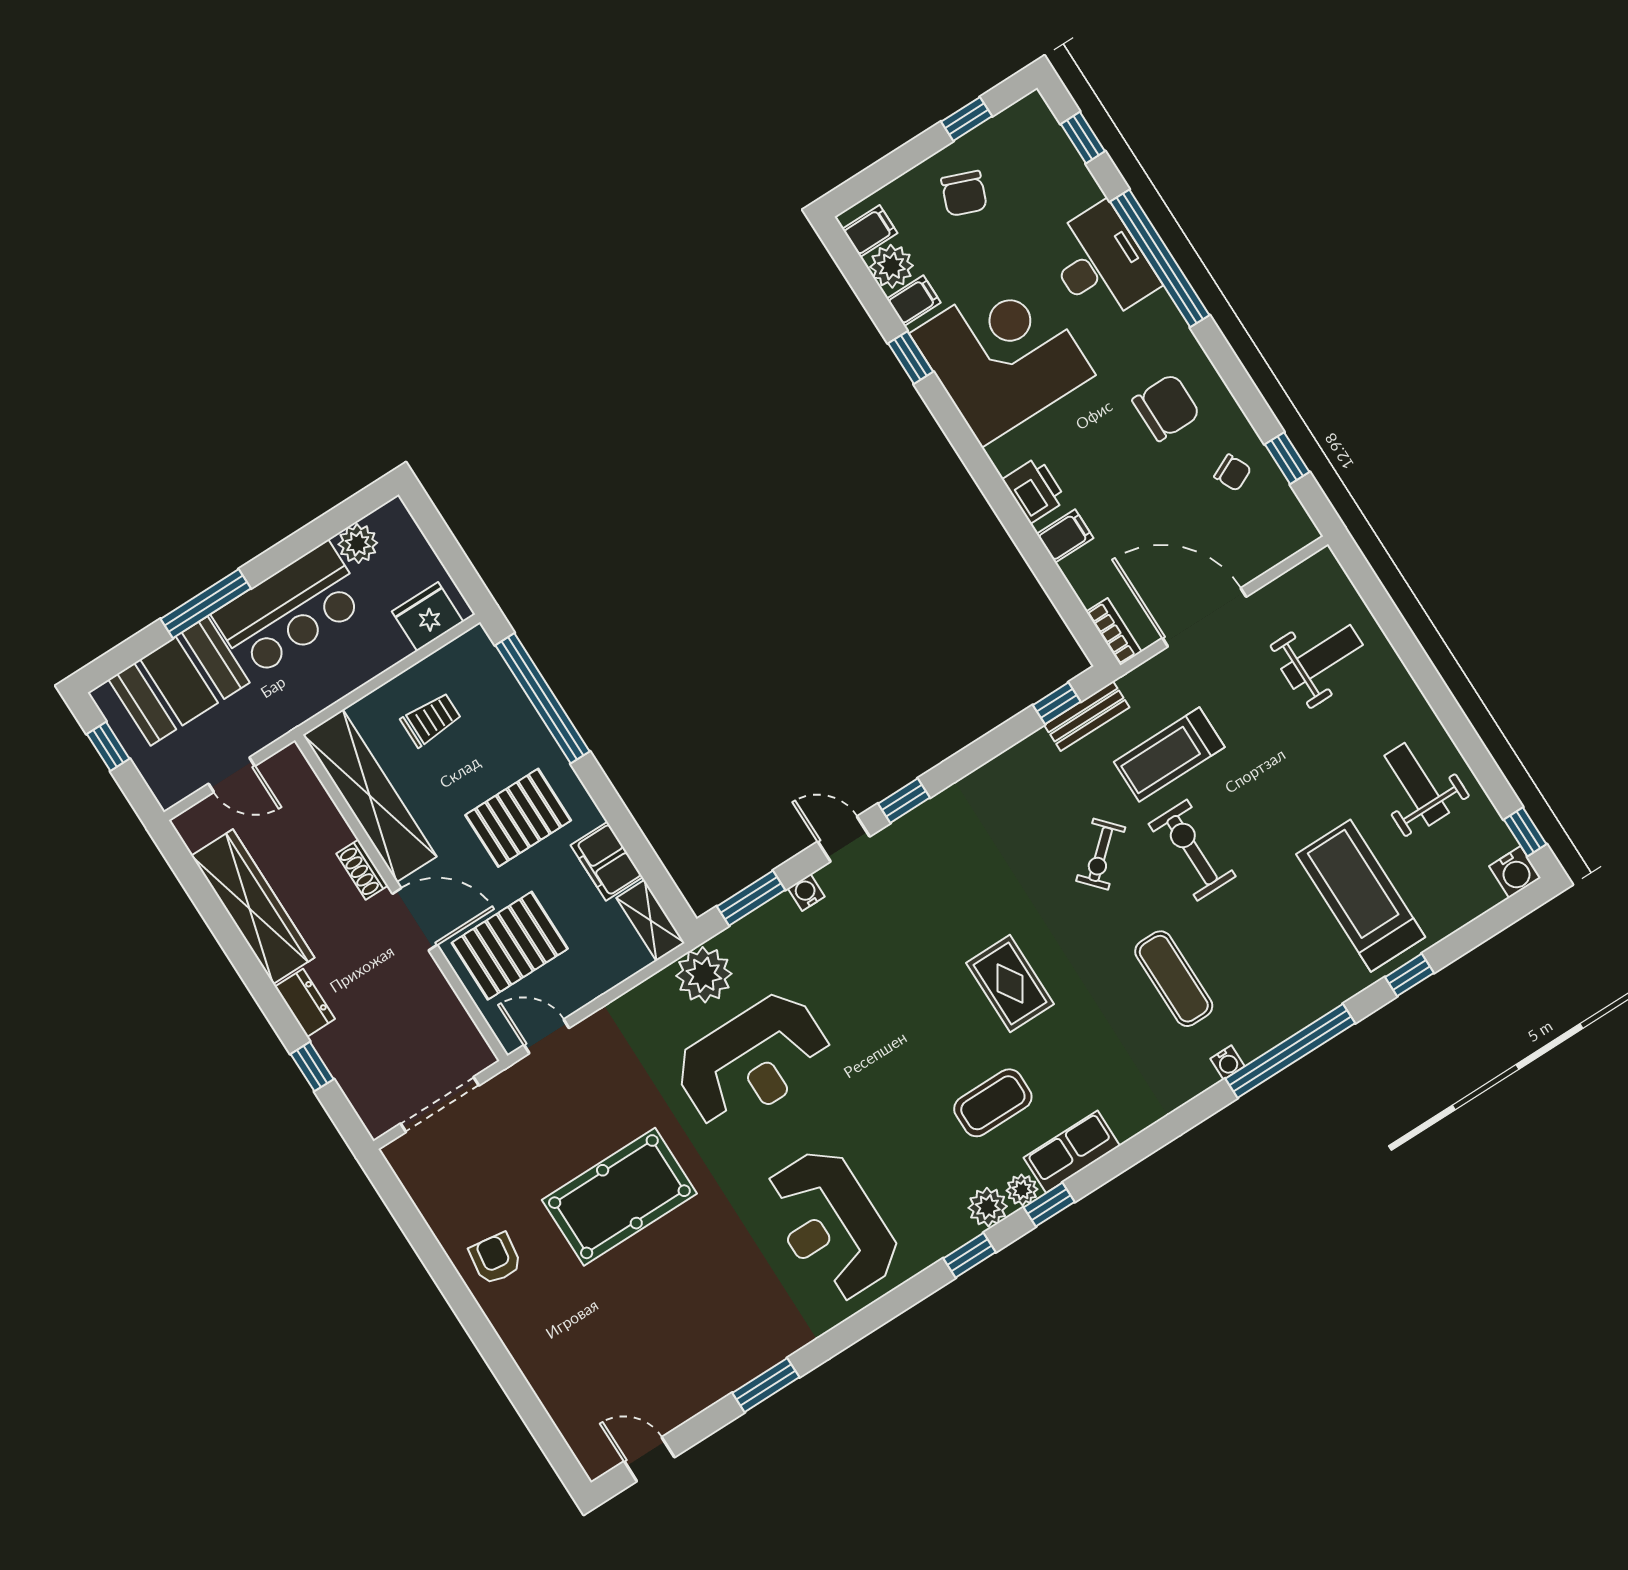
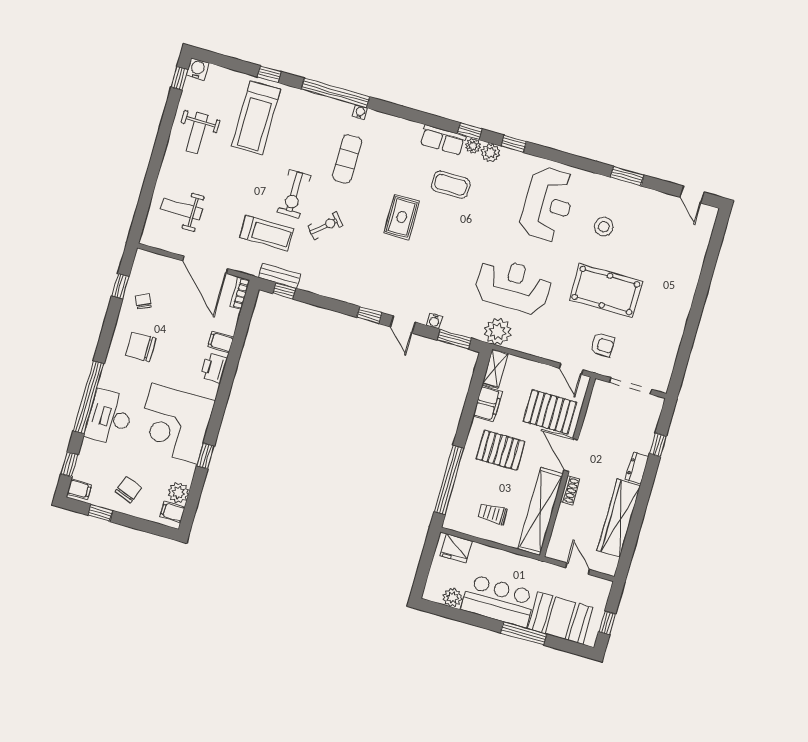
filing cabinet: (914, 301) -> (79, 489), moved, turned 180
armchair: (495, 1259) -> (602, 345), moved, turned -98
stool: (720, 1280) -> (604, 227), added

